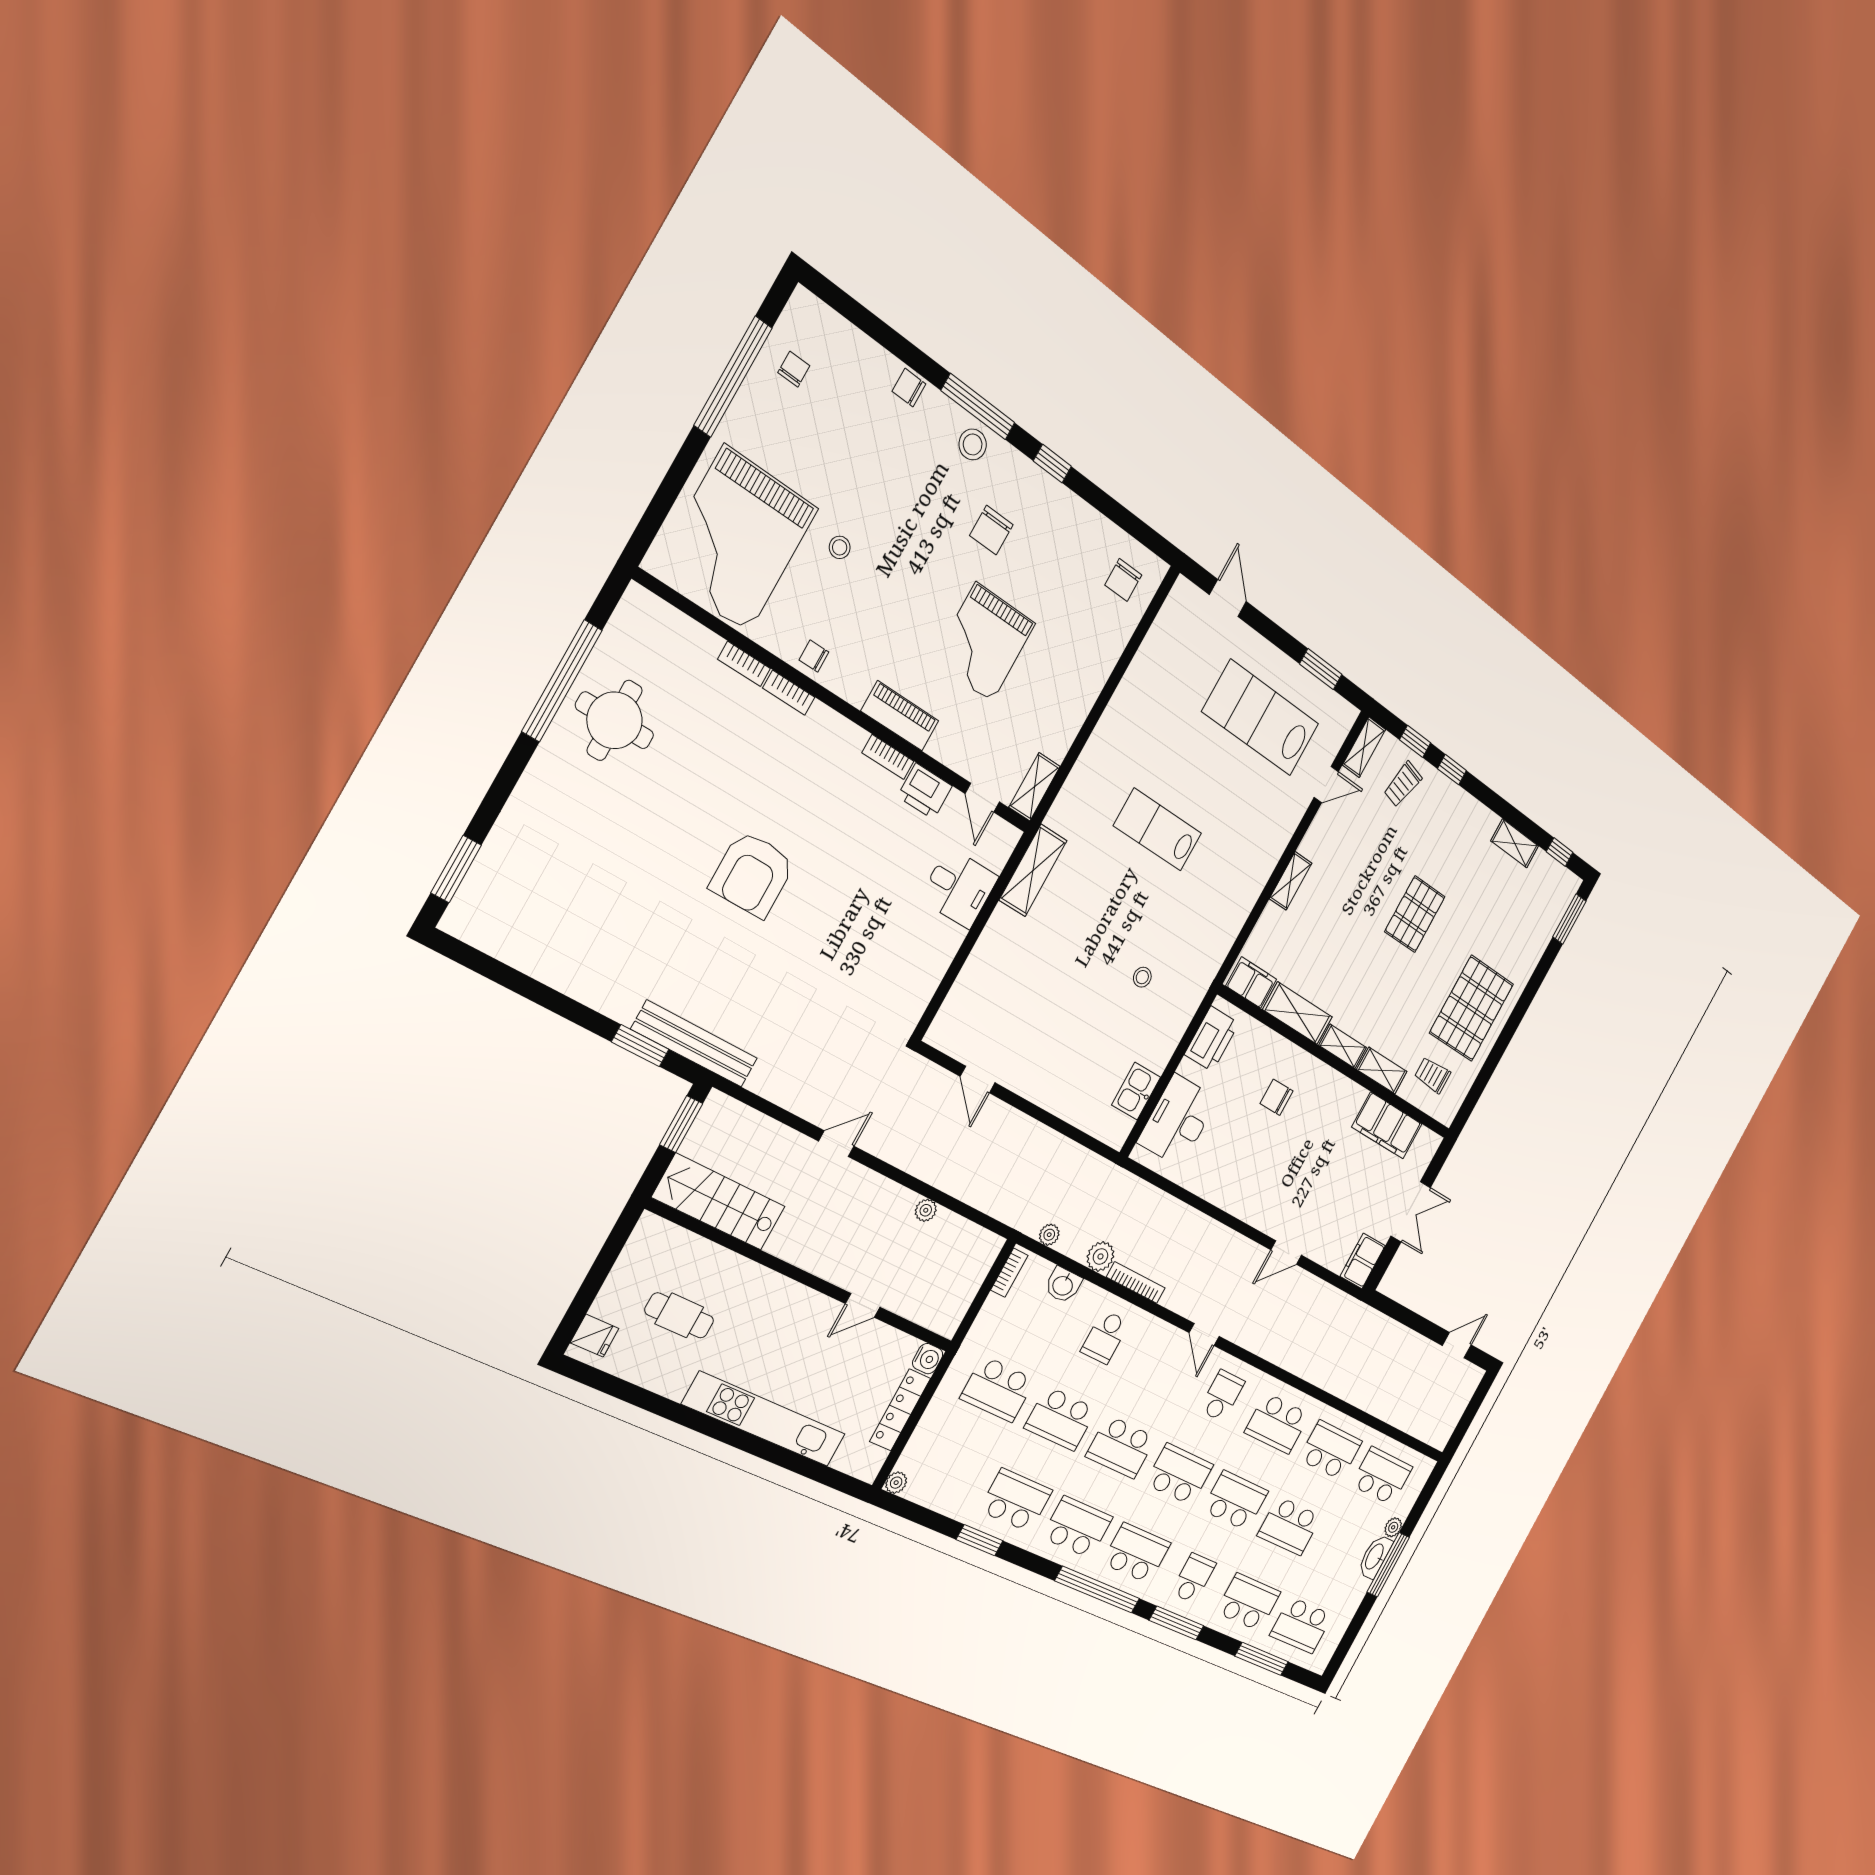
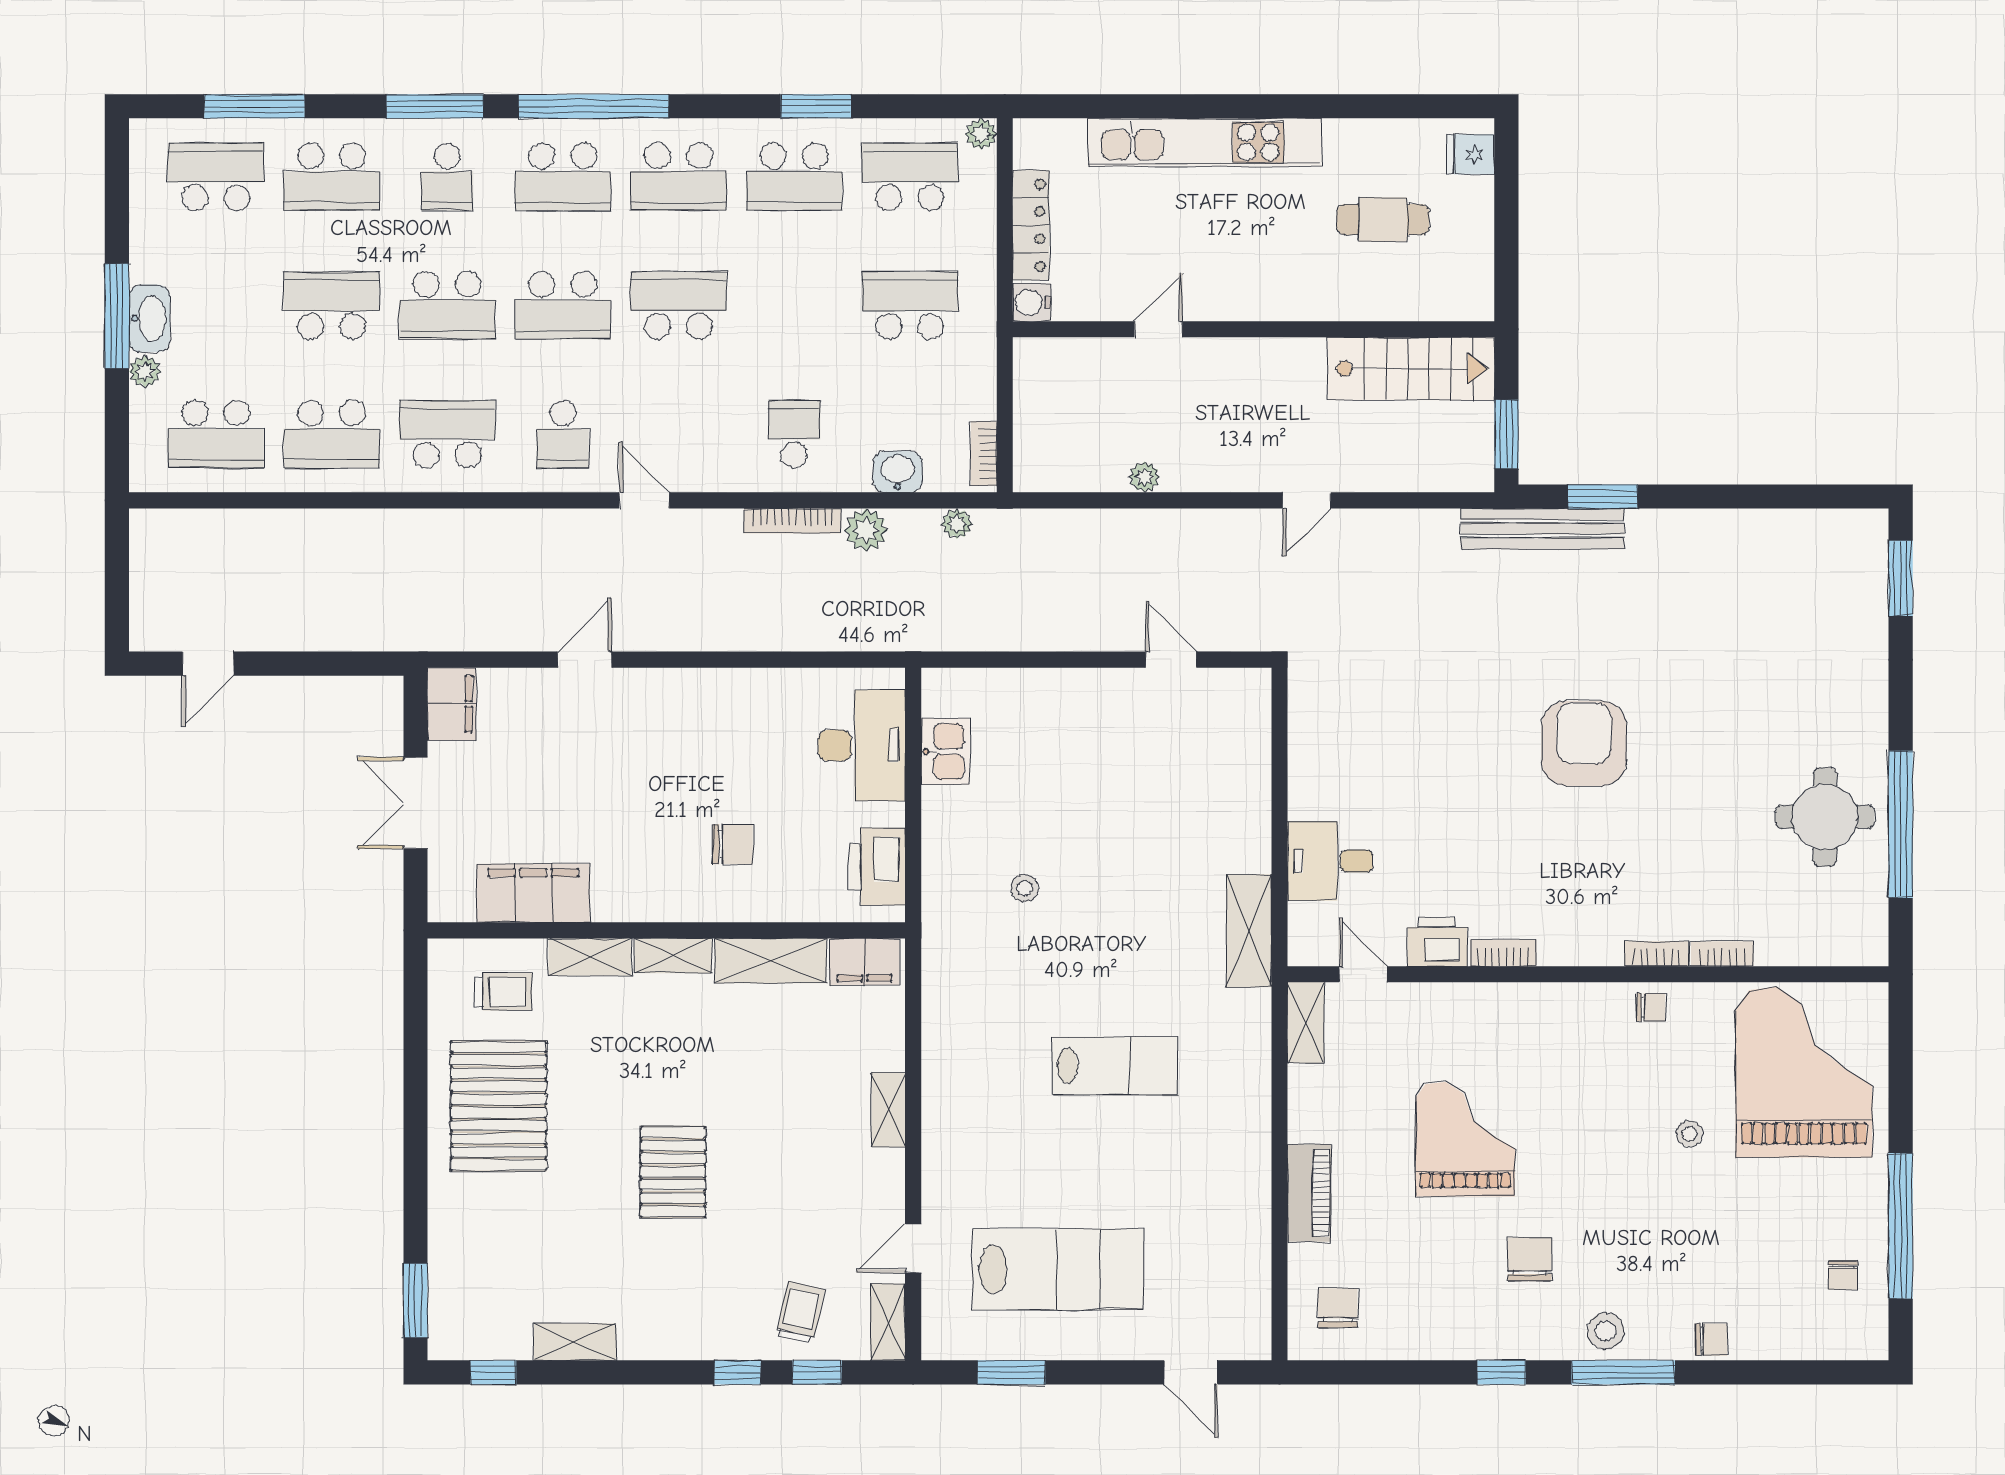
piano: (900, 716) -> (1309, 1193), moved, turned -90
school desk: (1061, 1419) -> (910, 177), moved

